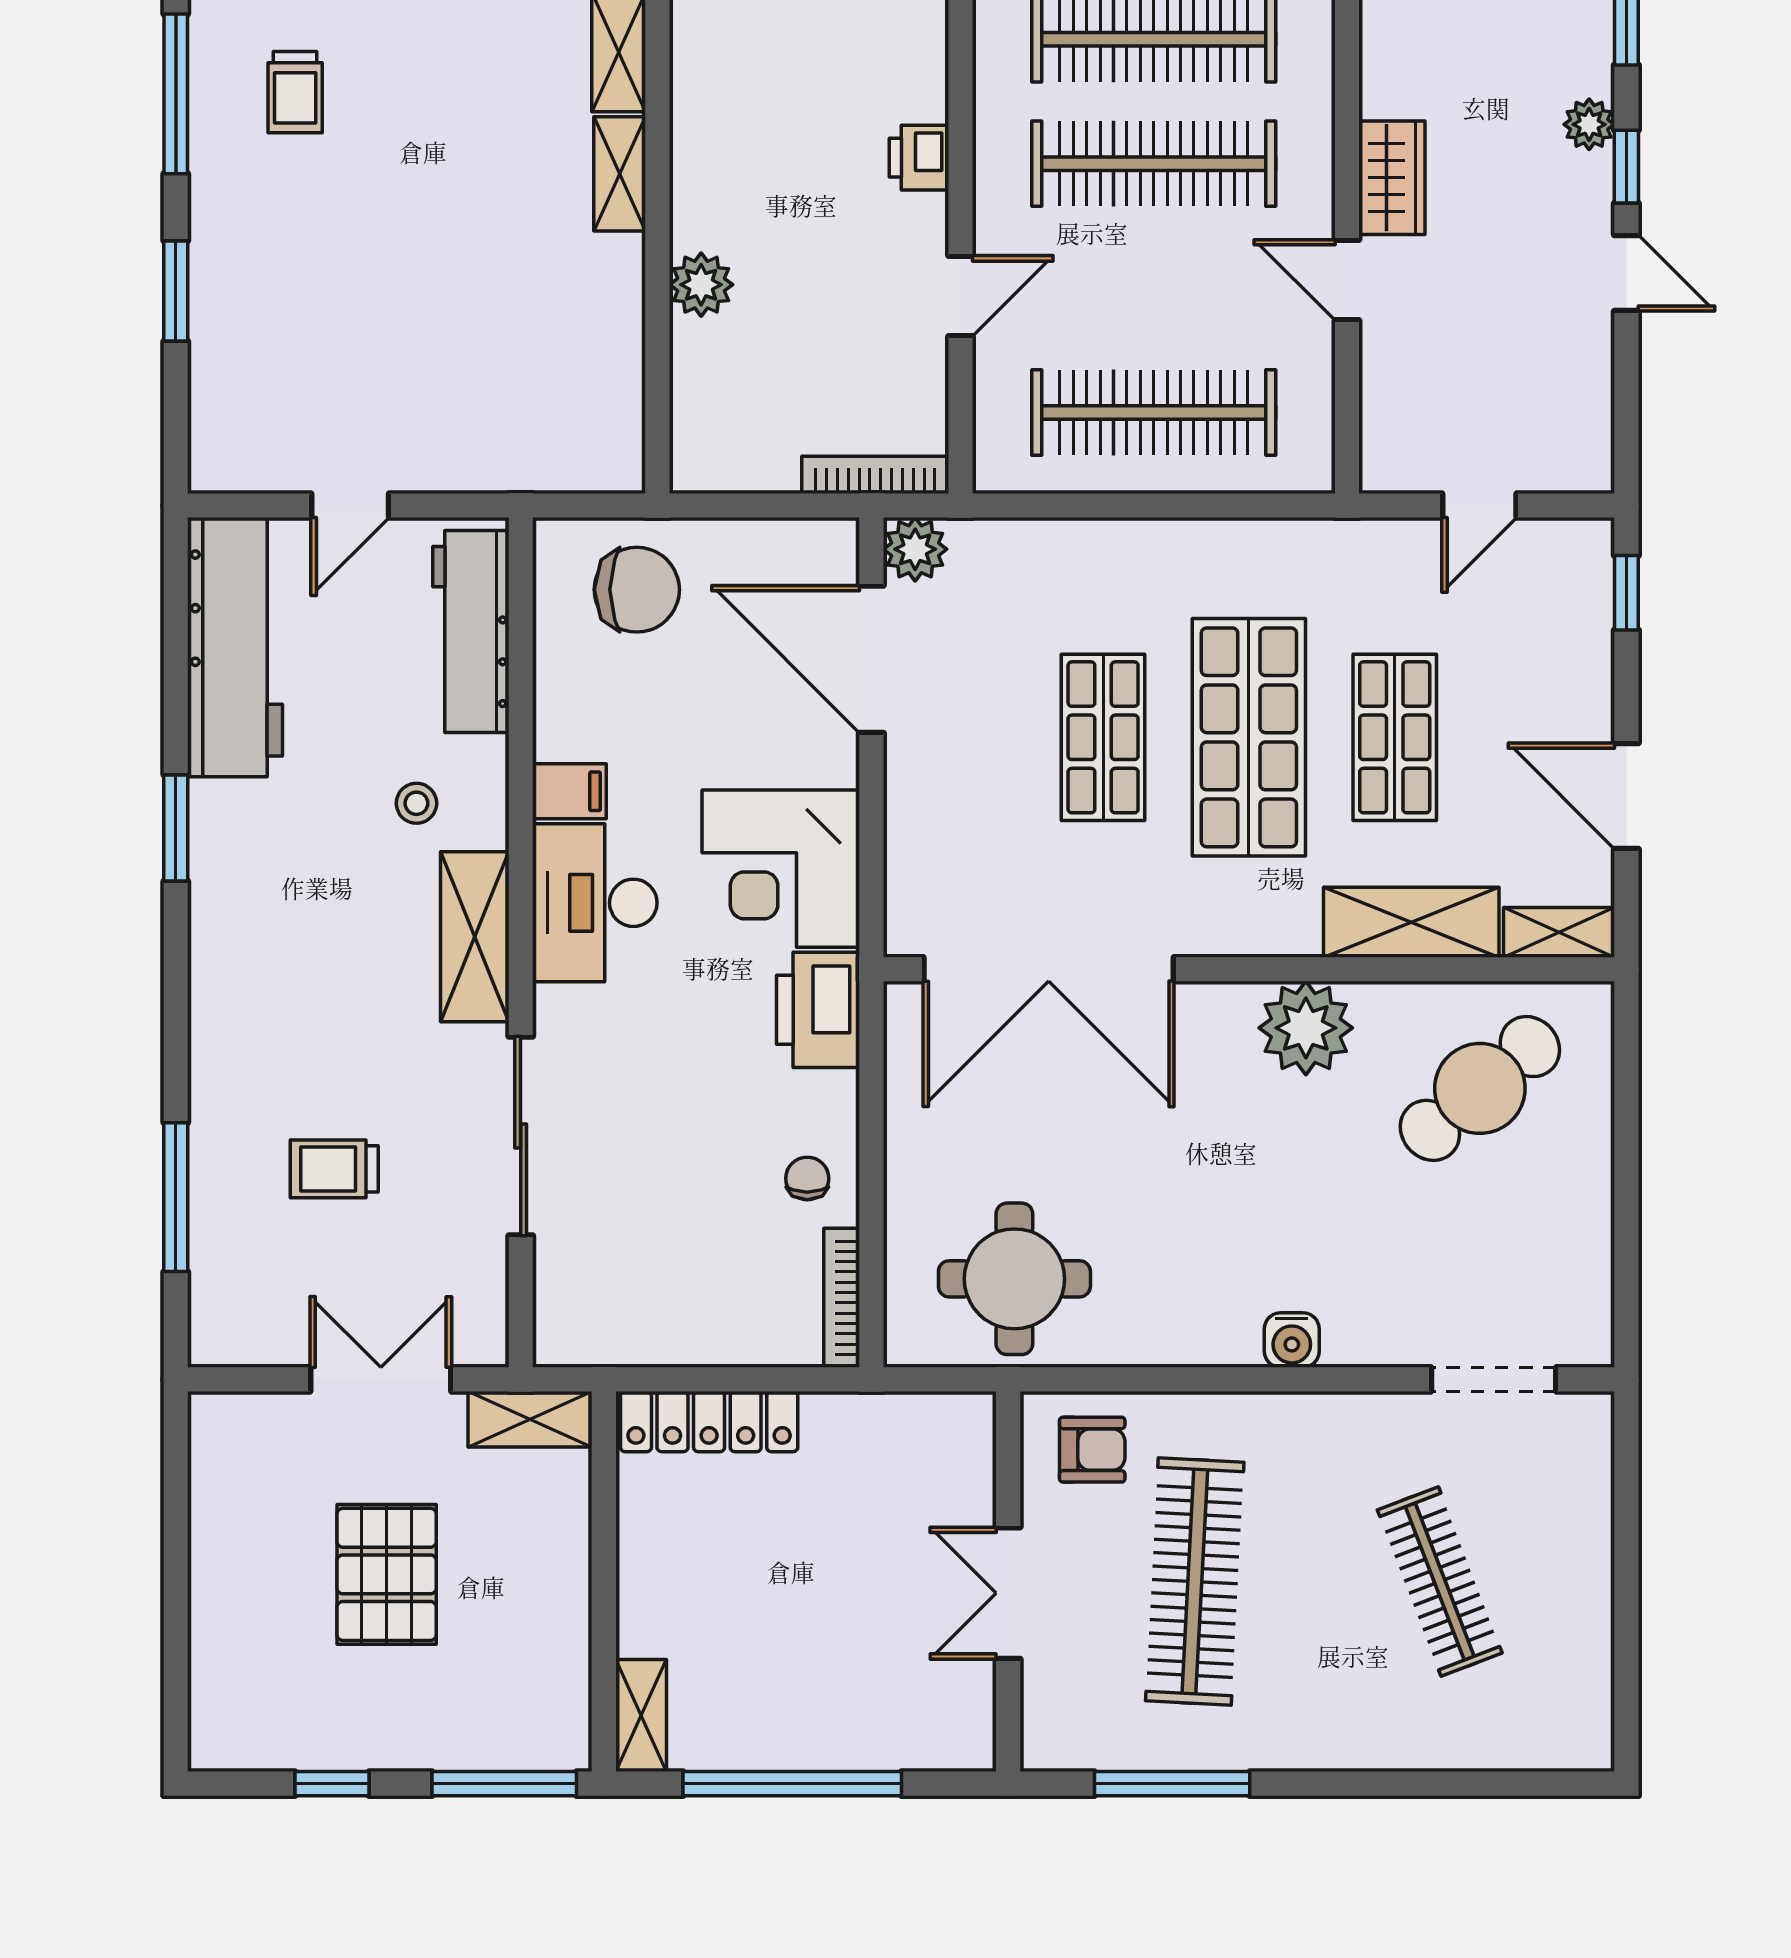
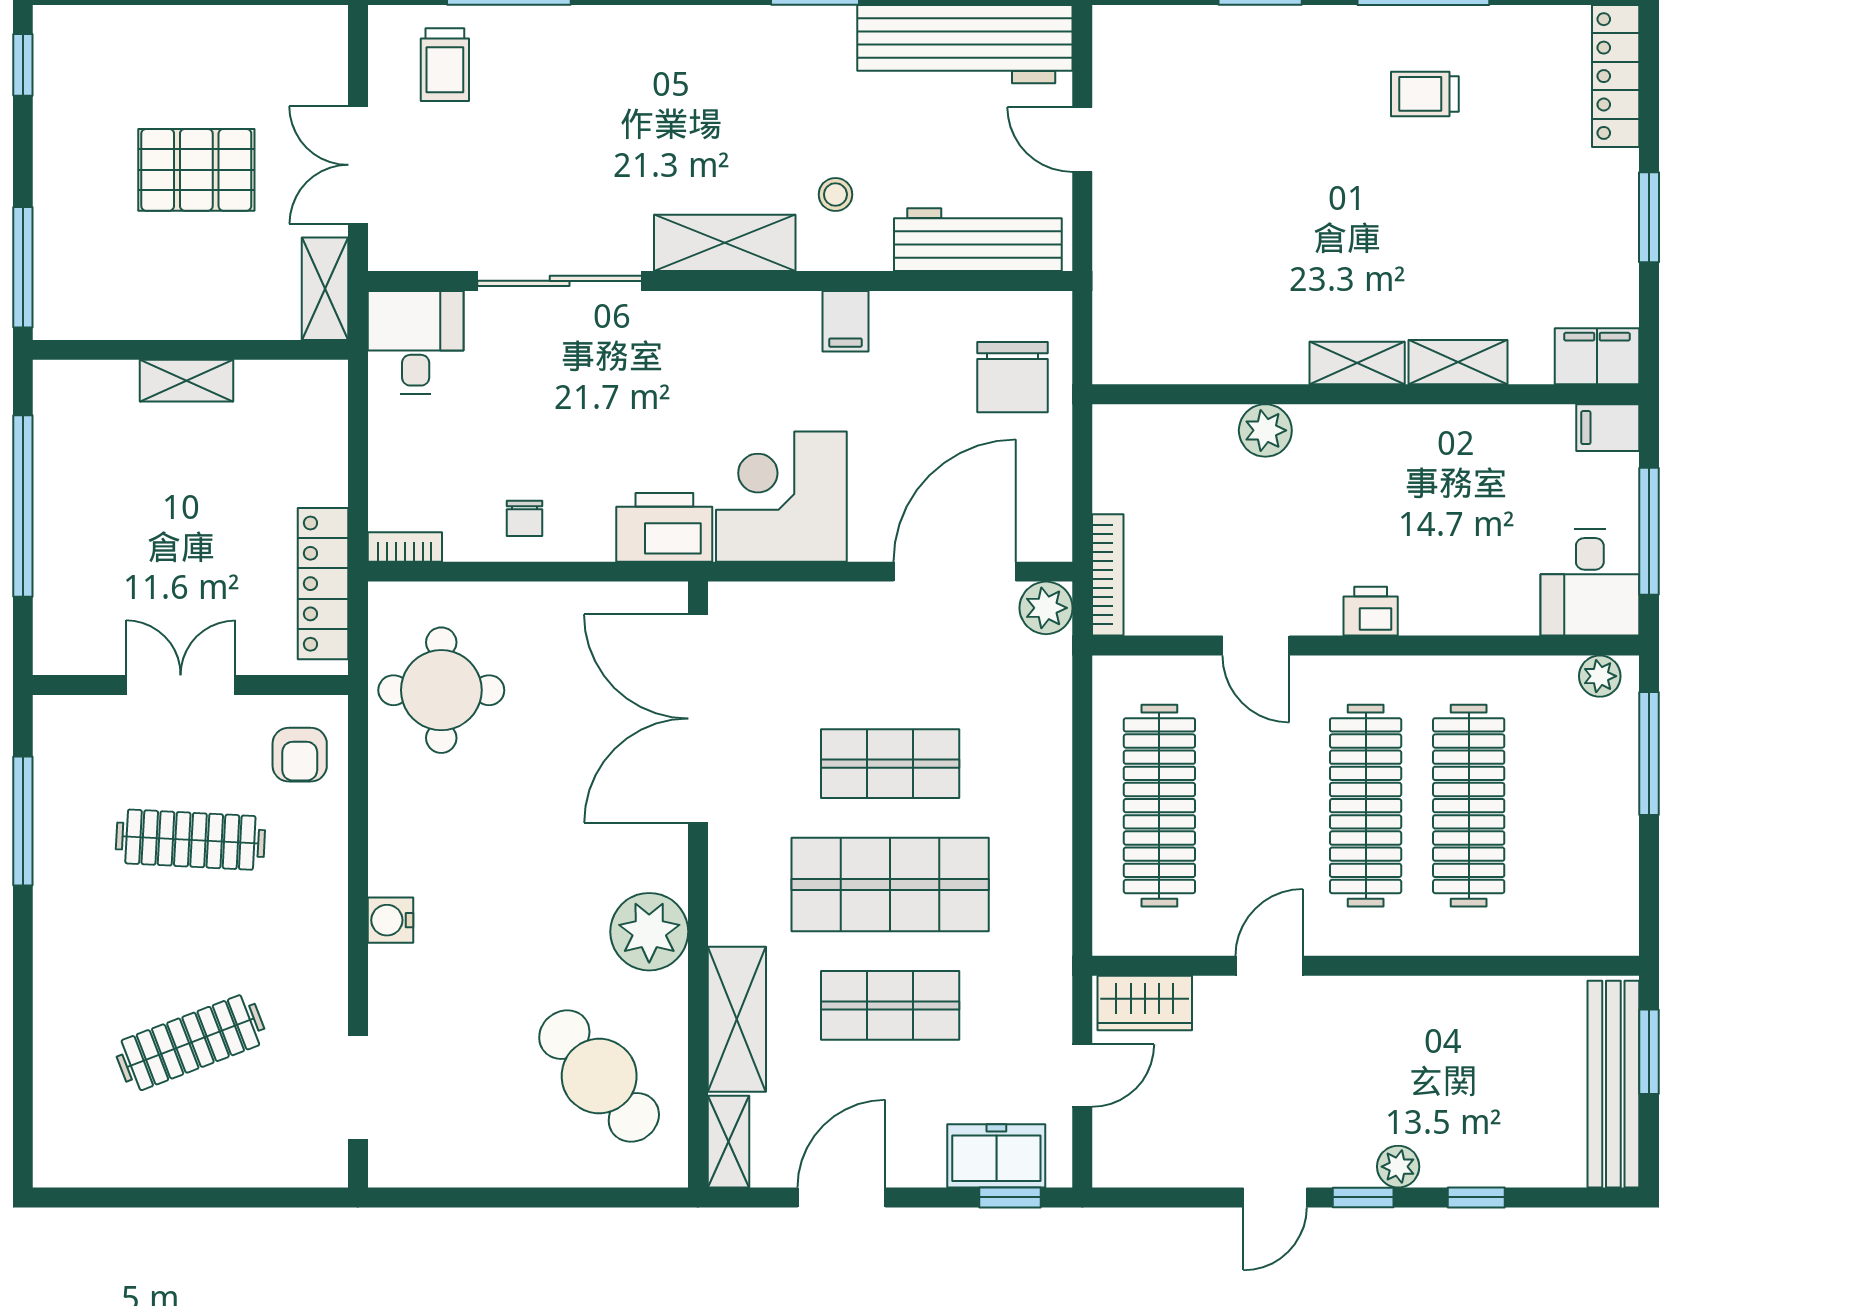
wardrobe: (1392, 178) -> (1145, 1003), moved
door: (1479, 505) -> (1082, 1076), swing flipped
freezer: (1576, 609) -> (996, 1156), added
desk: (595, 903) -> (416, 342), moved, width x0.73
trolley: (334, 1169) -> (445, 65), moved, turned 180
chair: (807, 1178) -> (525, 518), turned 90
bookcase: (842, 1298) -> (405, 547), width x0.64
double door: (381, 1379) -> (358, 165), swing flipped
locker: (709, 1422) -> (323, 584), moved
clothes rail: (1195, 1581) -> (190, 840), width x0.73, depth x0.76
shelving: (641, 1716) -> (187, 381), moved
window: (332, 1784) -> (23, 65), moved

